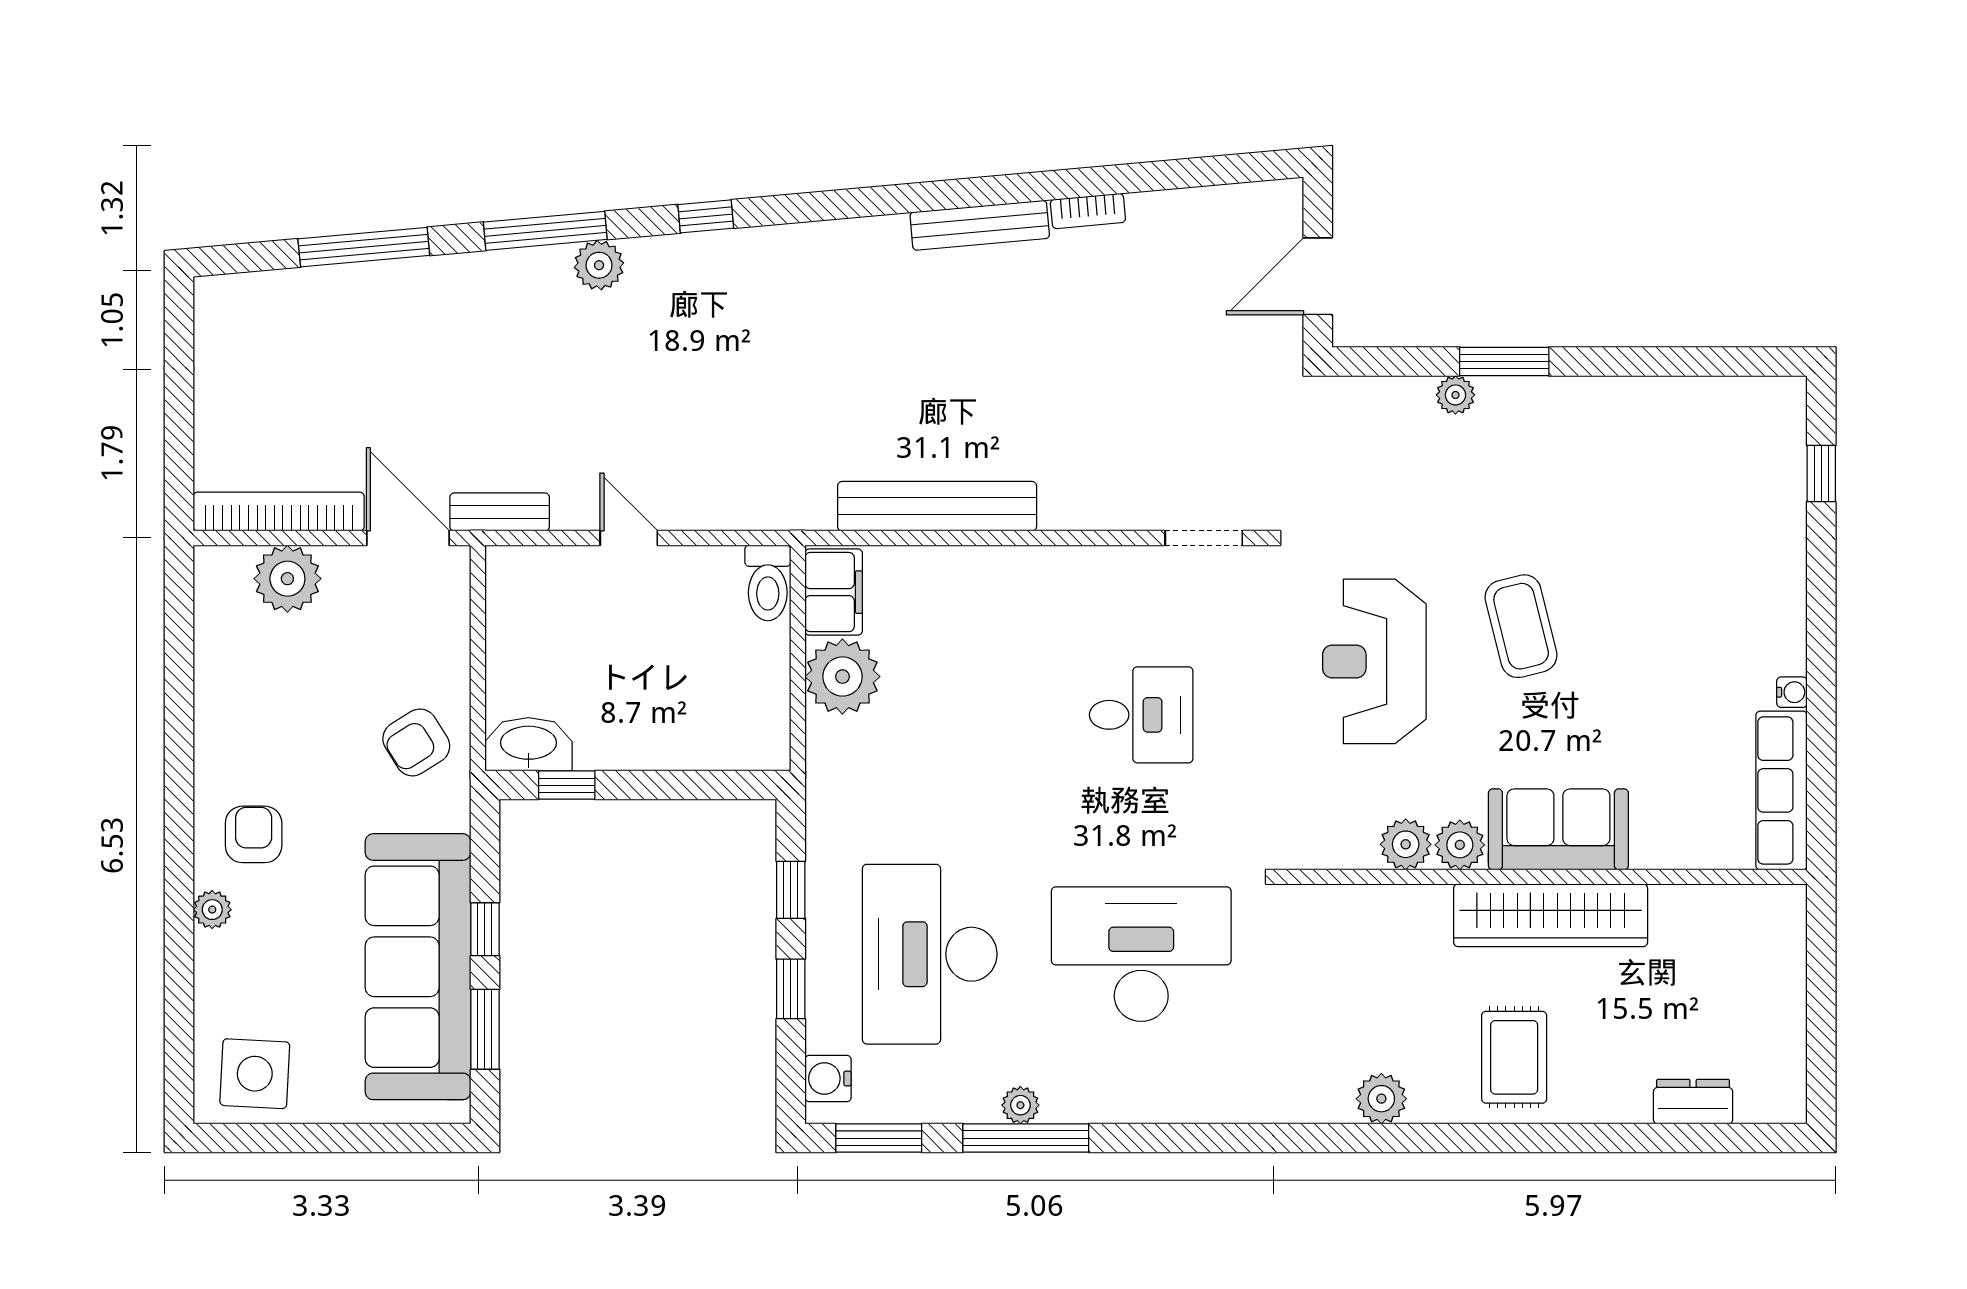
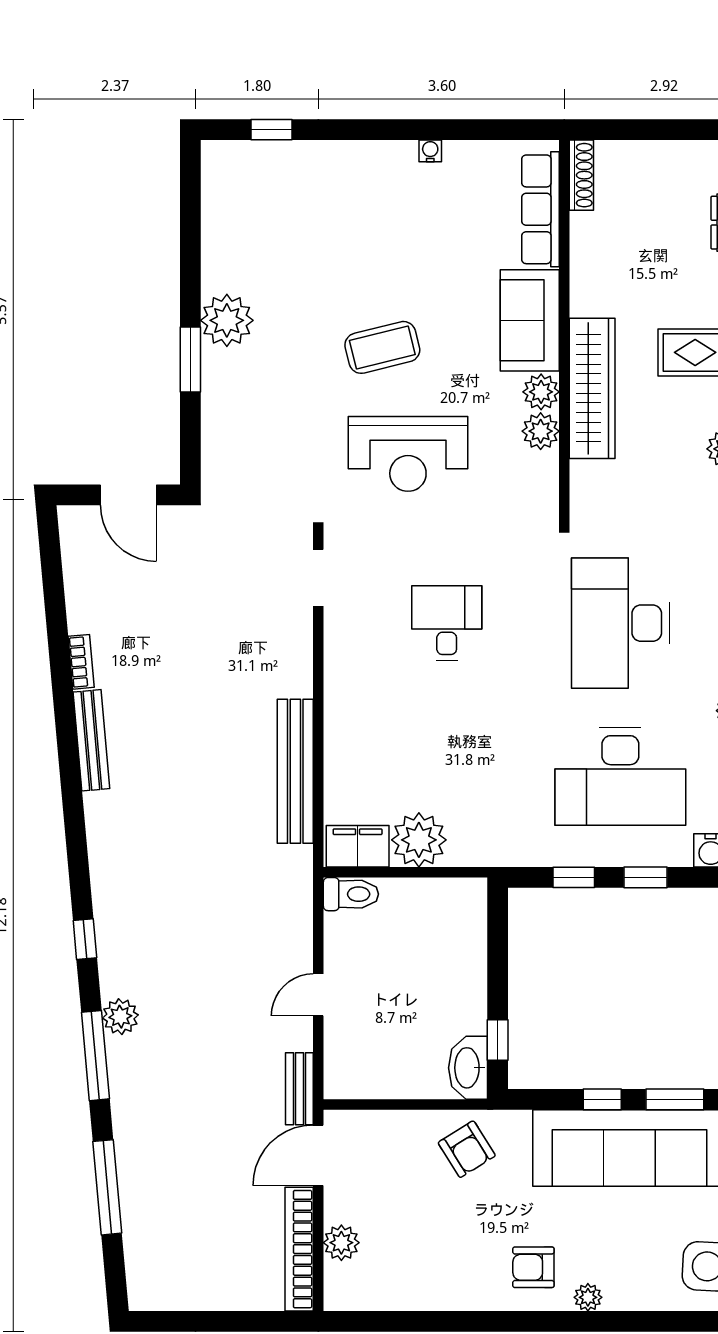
plant: (1455, 395) -> (227, 320), moved, width x1.88, depth x1.88
plant: (287, 579) -> (341, 1243), width x0.73, depth x0.73
row of seats: (1782, 790) -> (541, 209), moved, turned 90
shoe rack: (1758, 900) -> (581, 175), added
wardrobe: (1551, 915) -> (592, 388), moved

